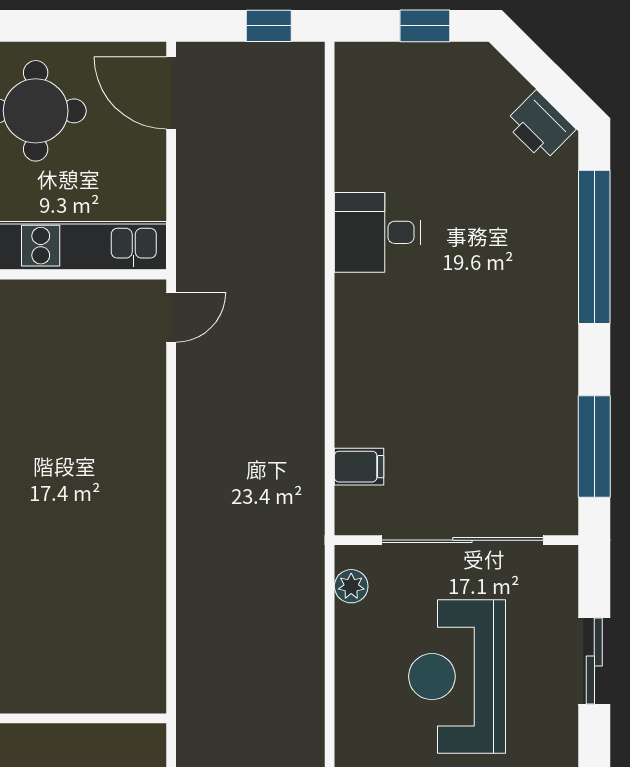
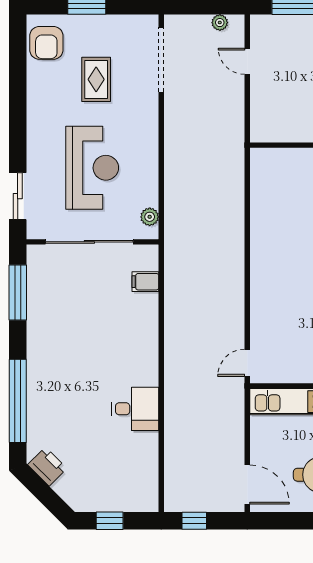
sliding door: (594, 661) -> (18, 196), moved

